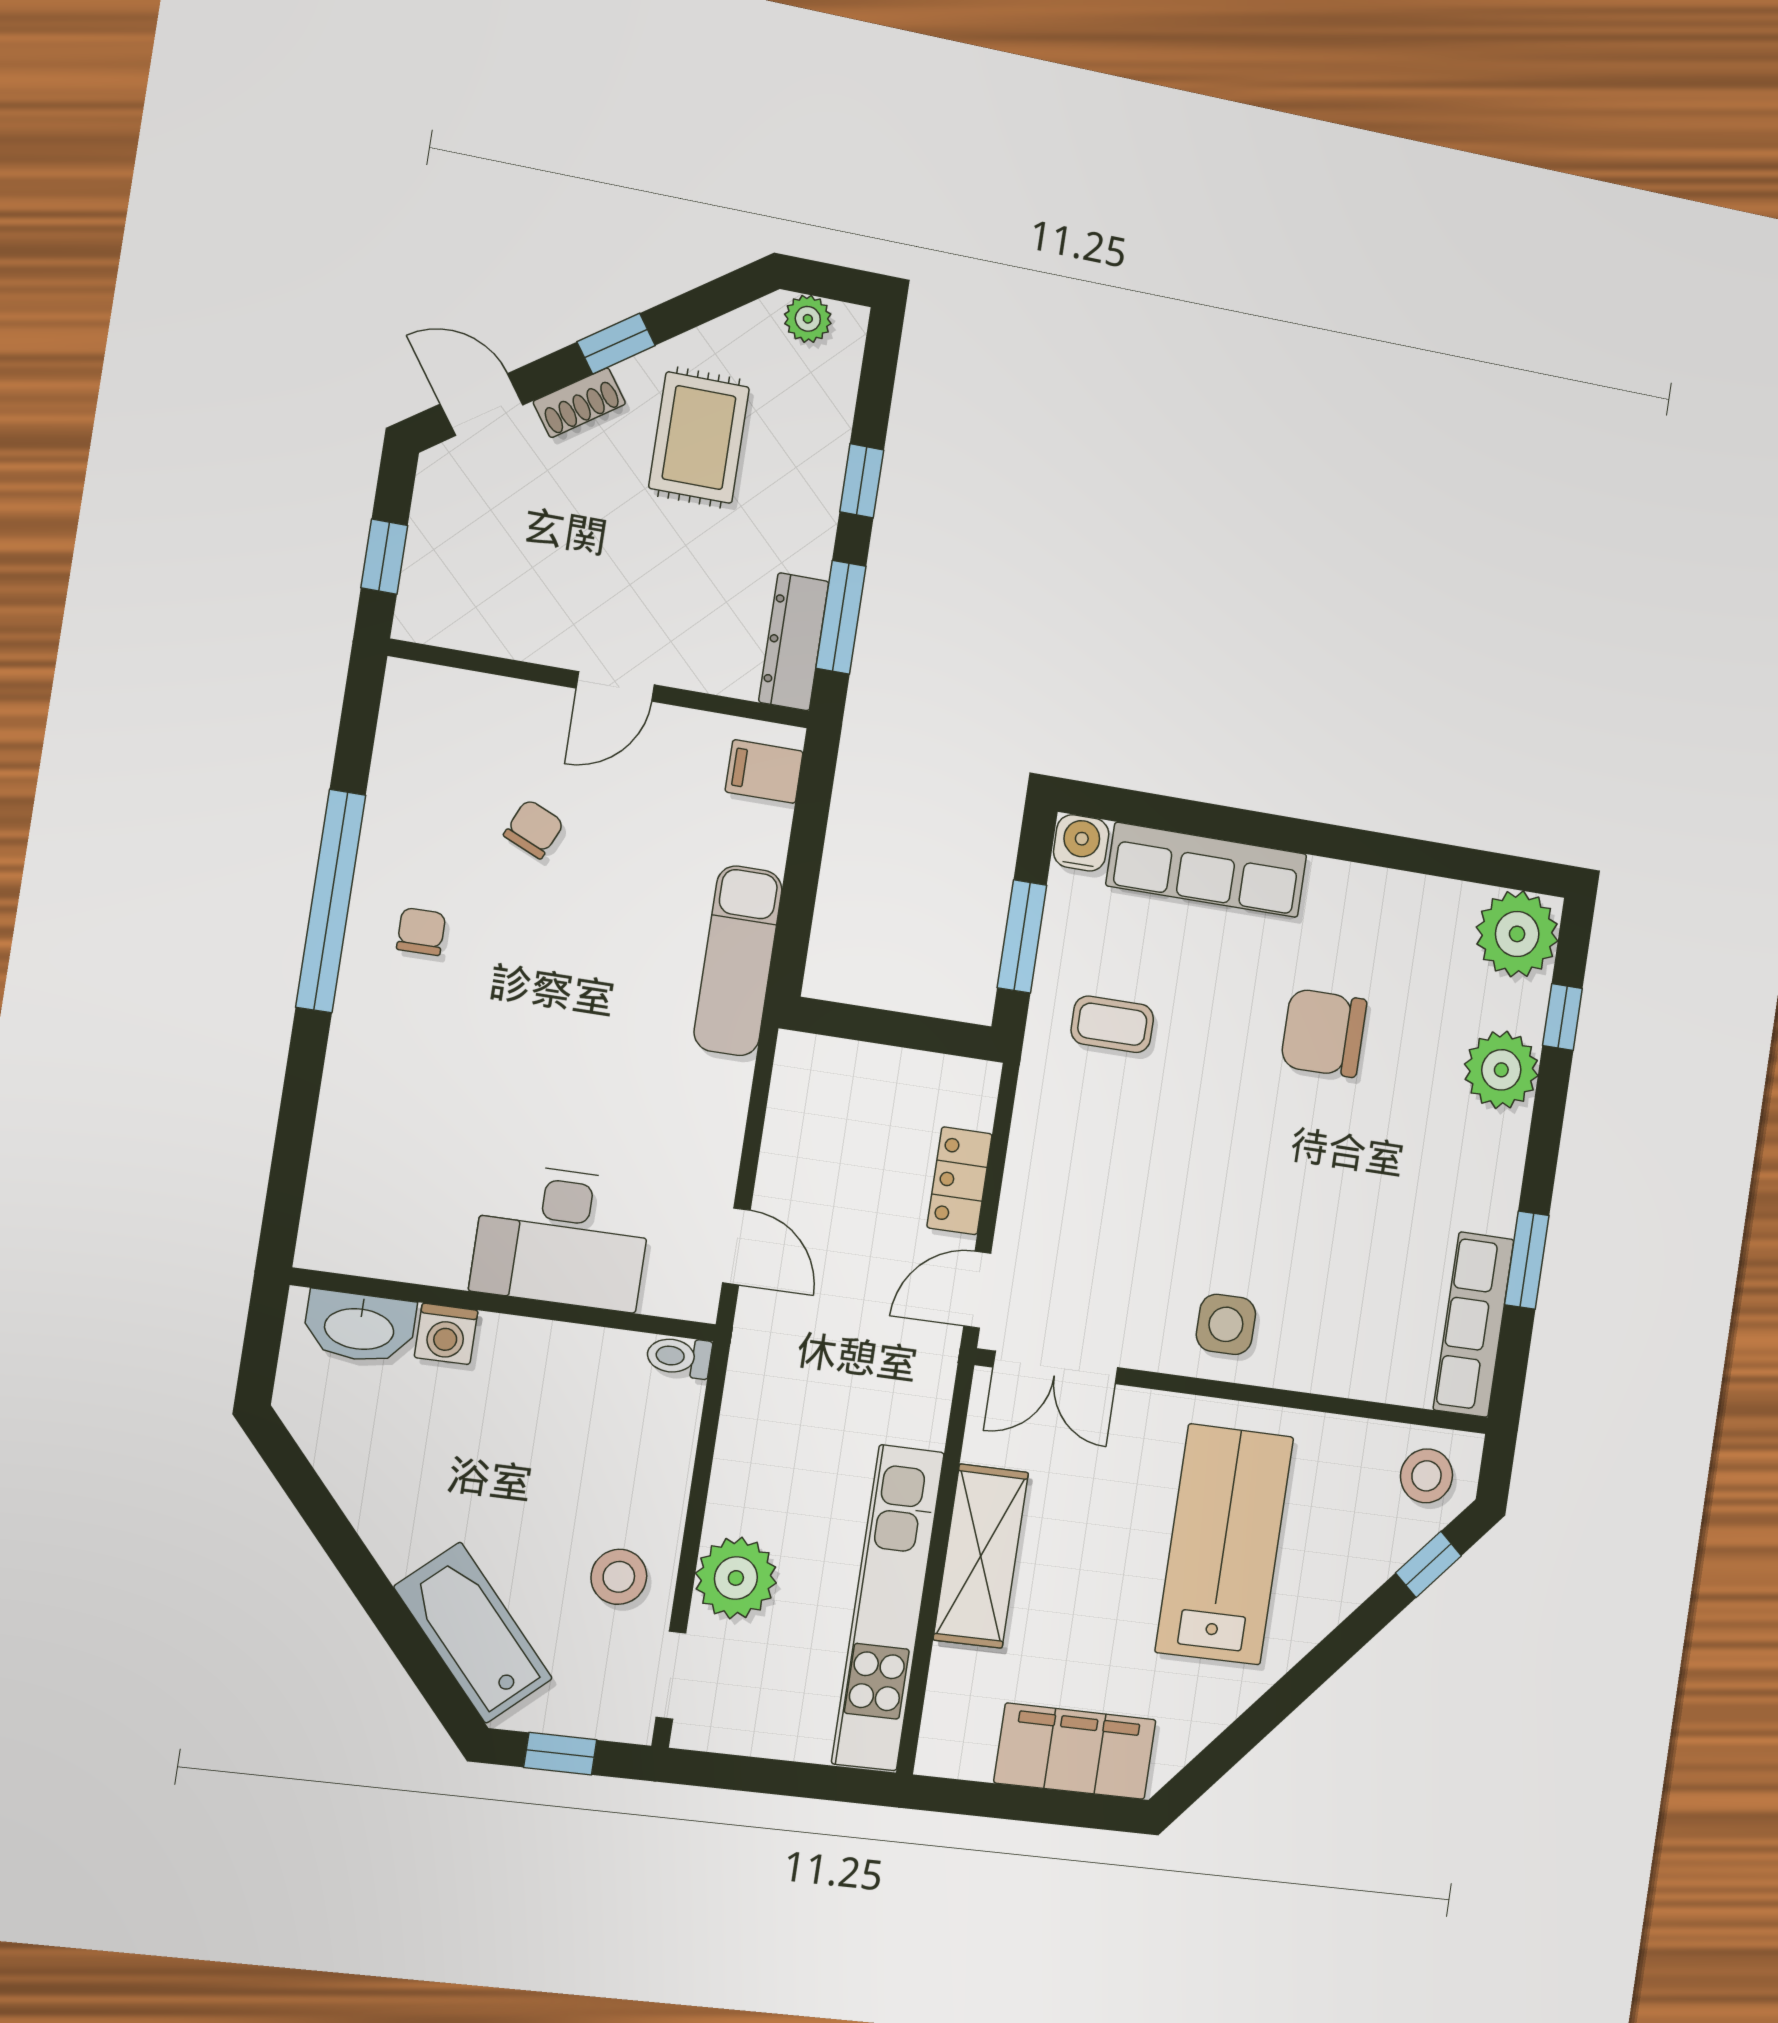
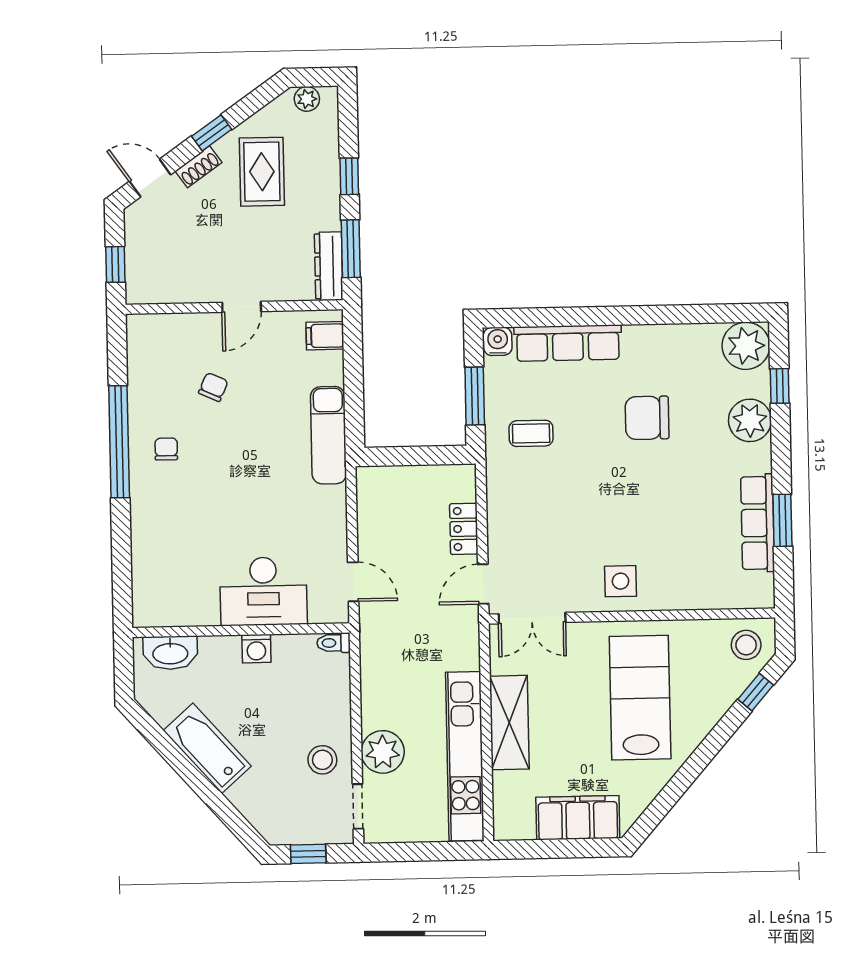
row of seats: (1474, 1325) -> (758, 523), moved
washing machine: (446, 1334) -> (256, 649), moved
bathtub: (473, 1633) -> (207, 748), moved

